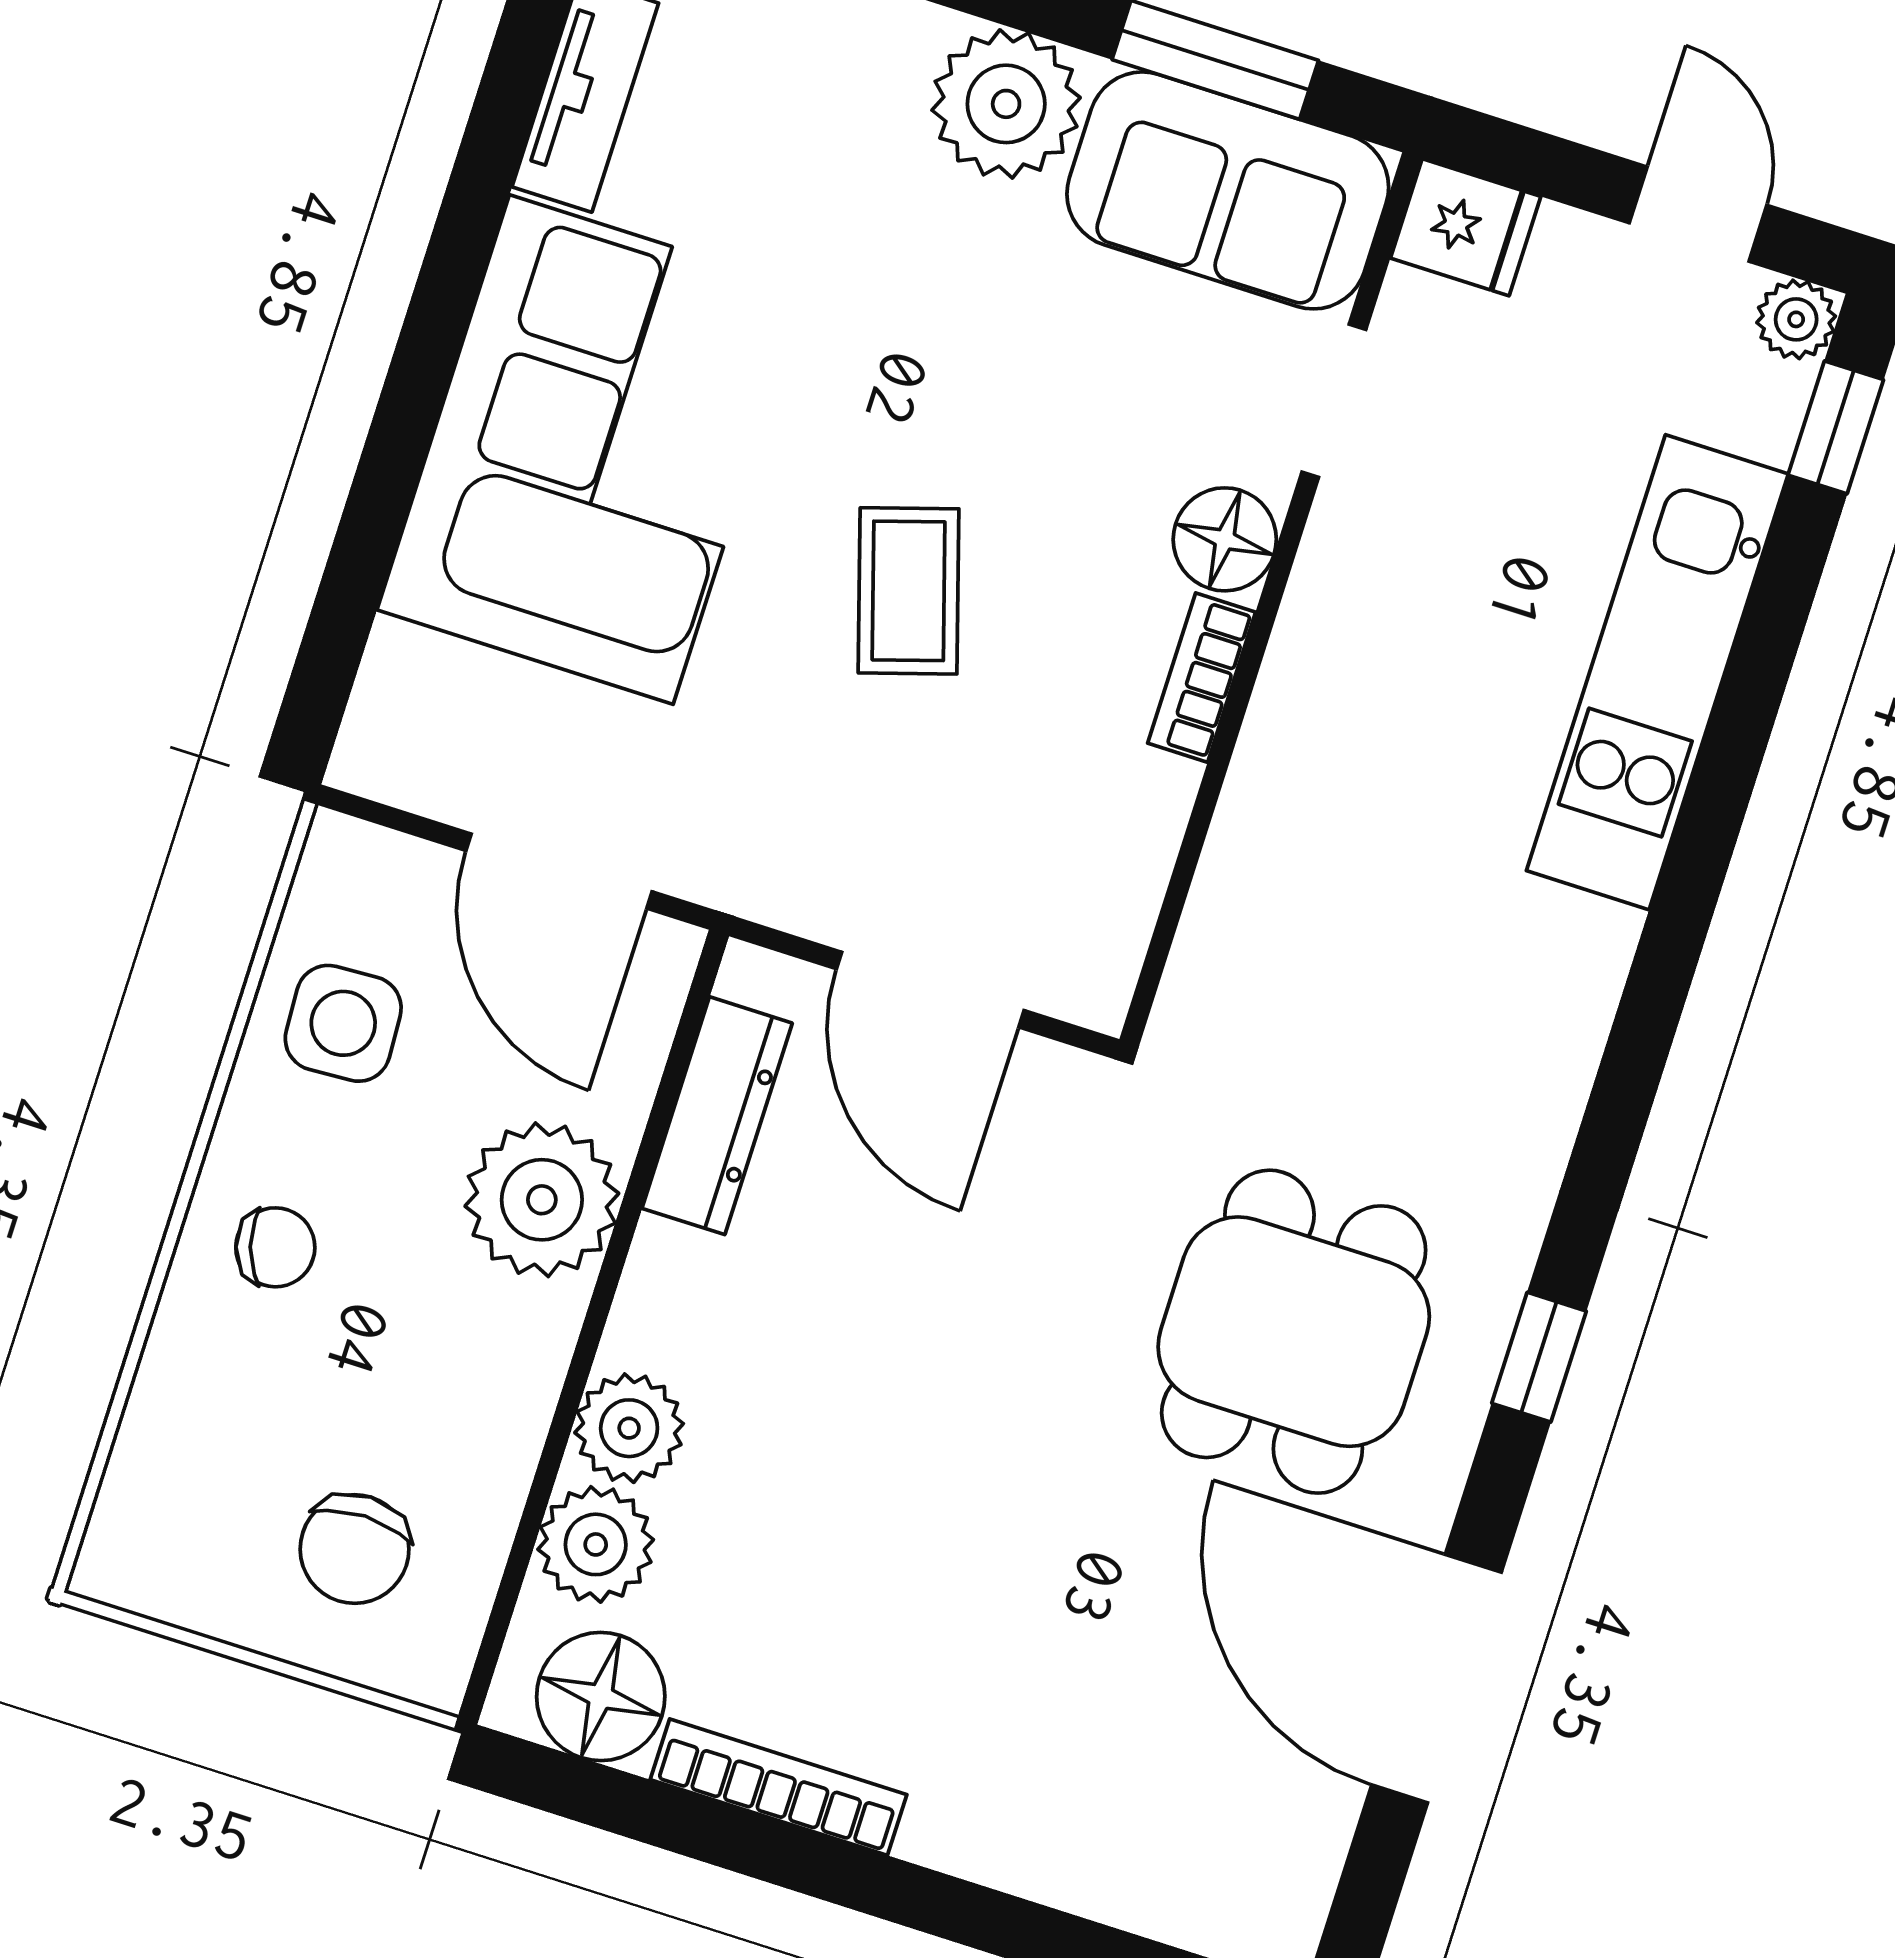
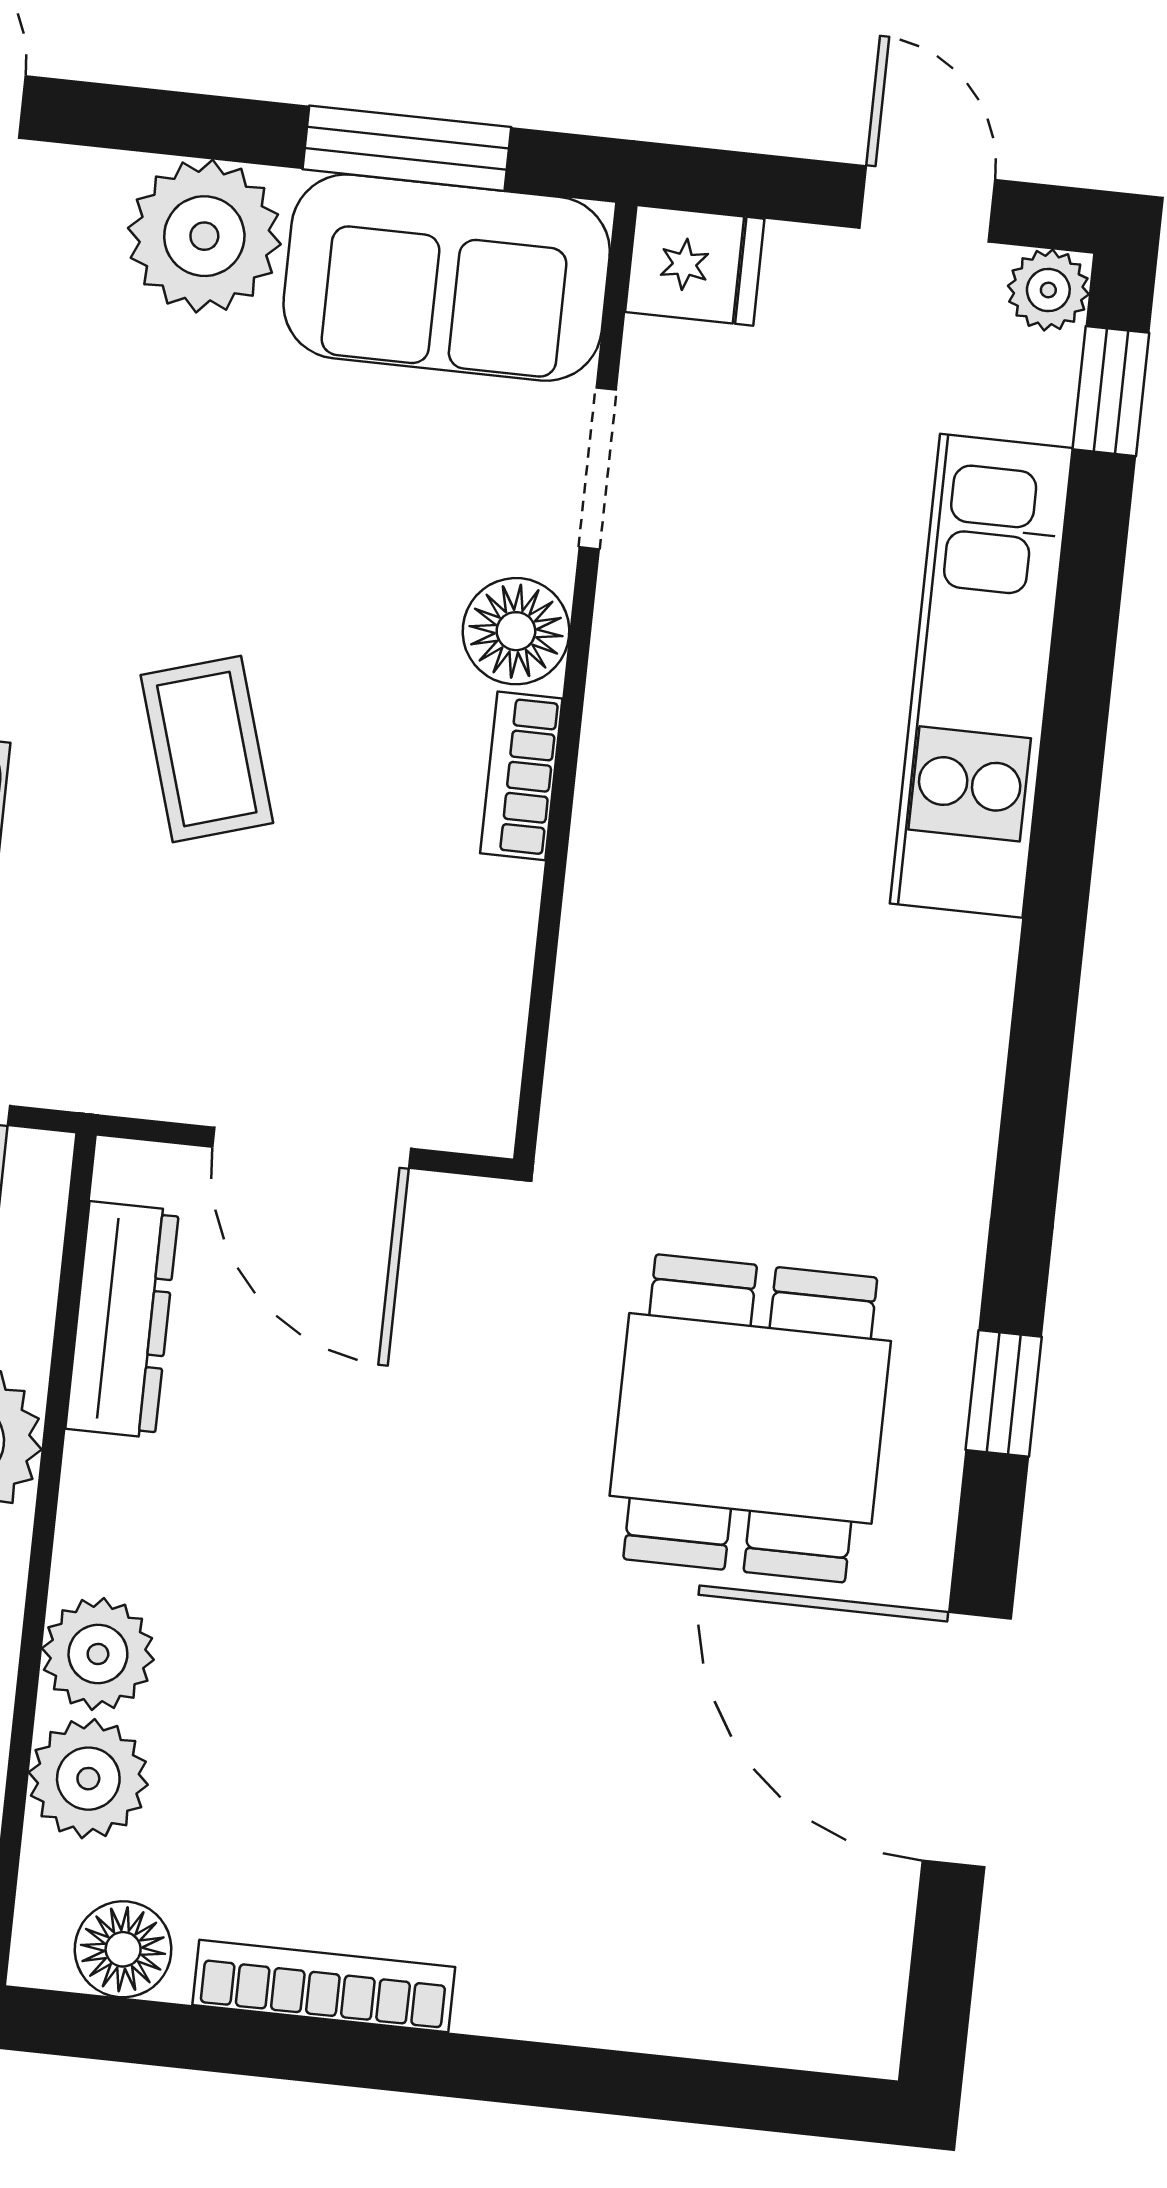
floor lamp: (601, 1696) -> (123, 1949), width x0.73, depth x0.73

